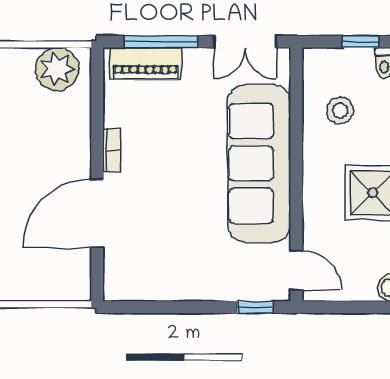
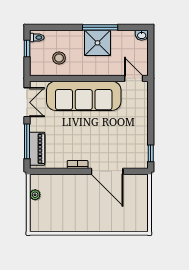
plant: (57, 69) -> (35, 195), width x0.53, depth x0.53
door: (296, 270) -> (134, 78), hinge flipped
window: (255, 307) -> (151, 153), moved

